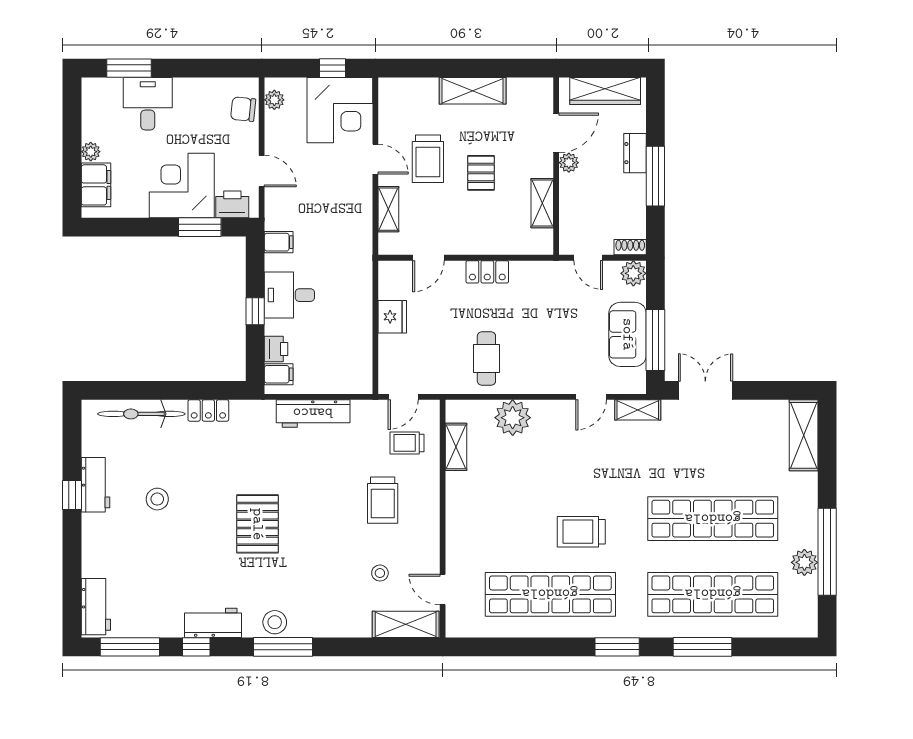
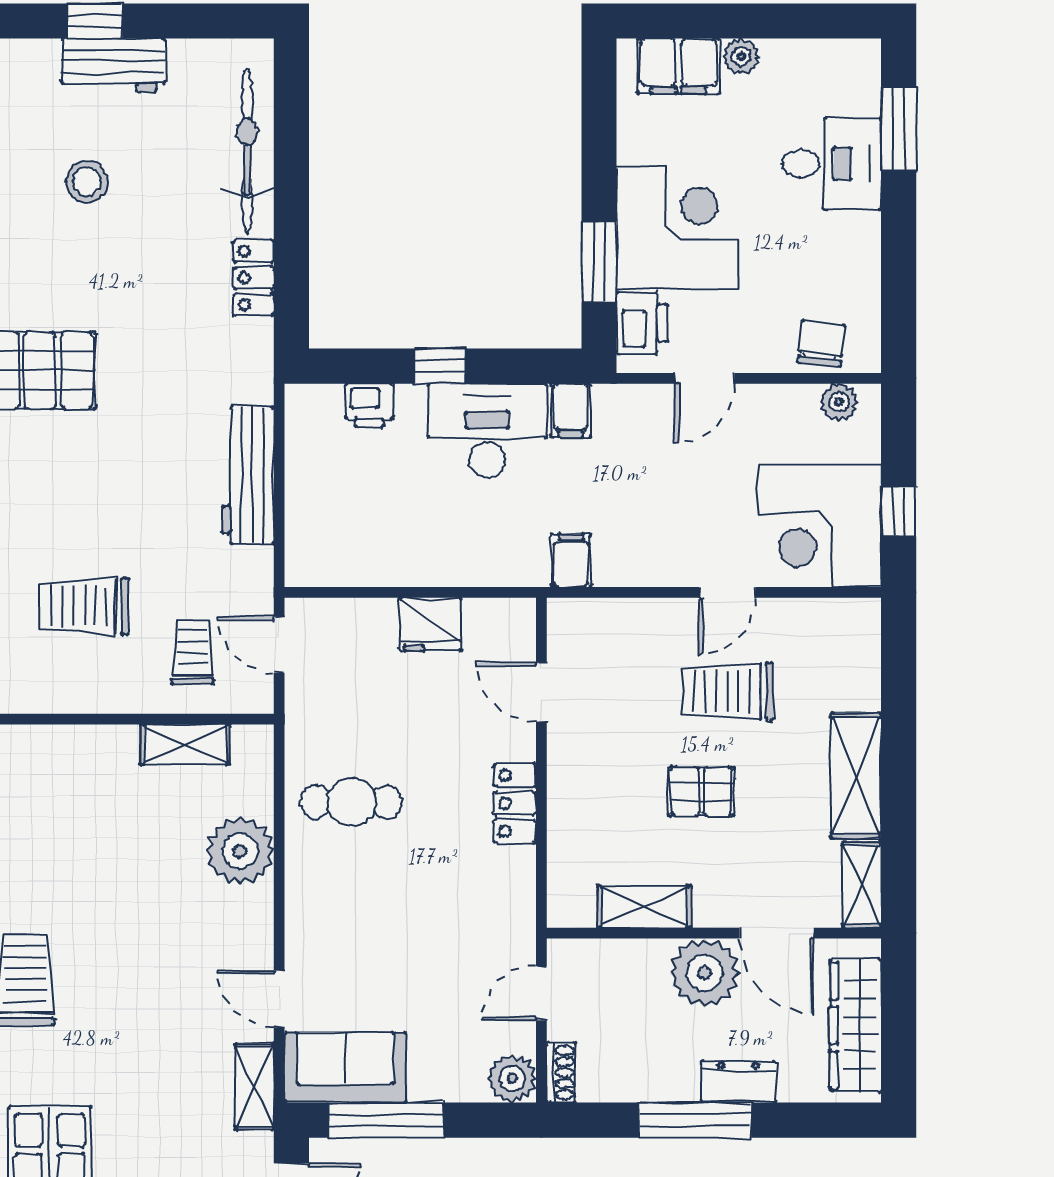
plant: (569, 163) -> (704, 973), width x1.87, depth x1.87
shelving: (388, 209) -> (862, 885), moved, turned 90
desk: (289, 295) -> (487, 431), width x1.37
sofa: (628, 334) -> (345, 1068), moved
filing cabinet: (279, 374) -> (571, 560), moved, turned 180

